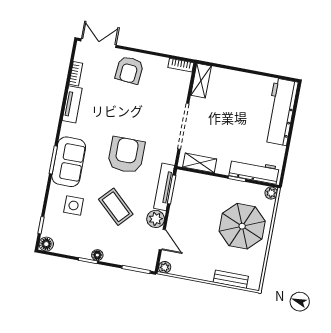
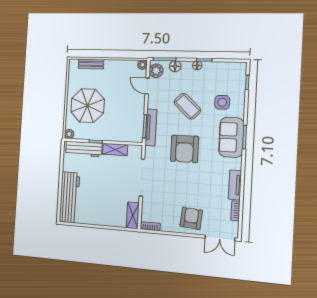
shelving: (200, 163) -> (115, 149), moved
plant: (156, 219) -> (156, 71), moved
floor lamp: (46, 244) -> (175, 66), moved

